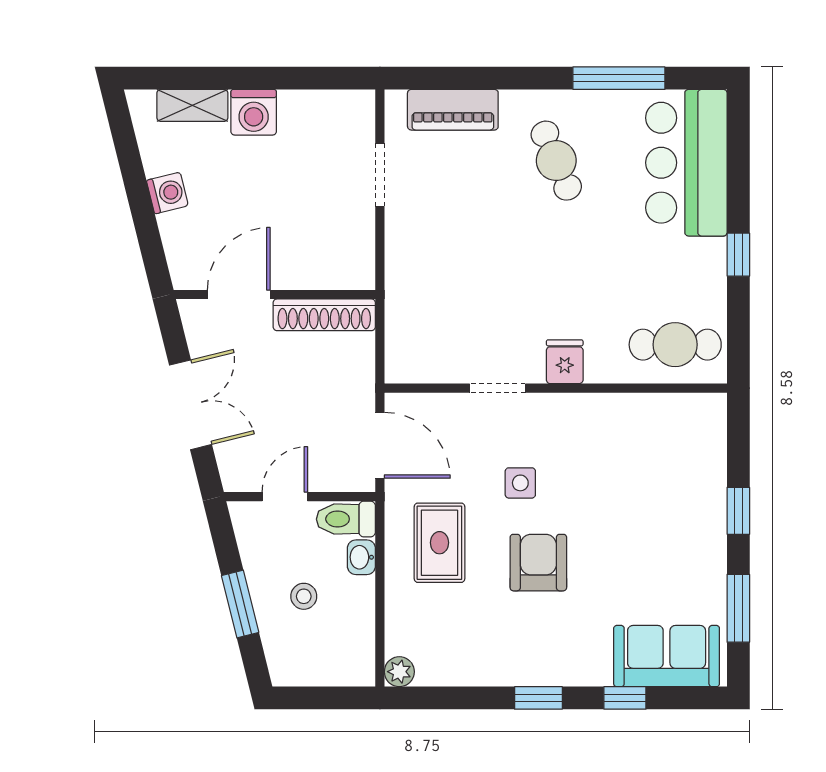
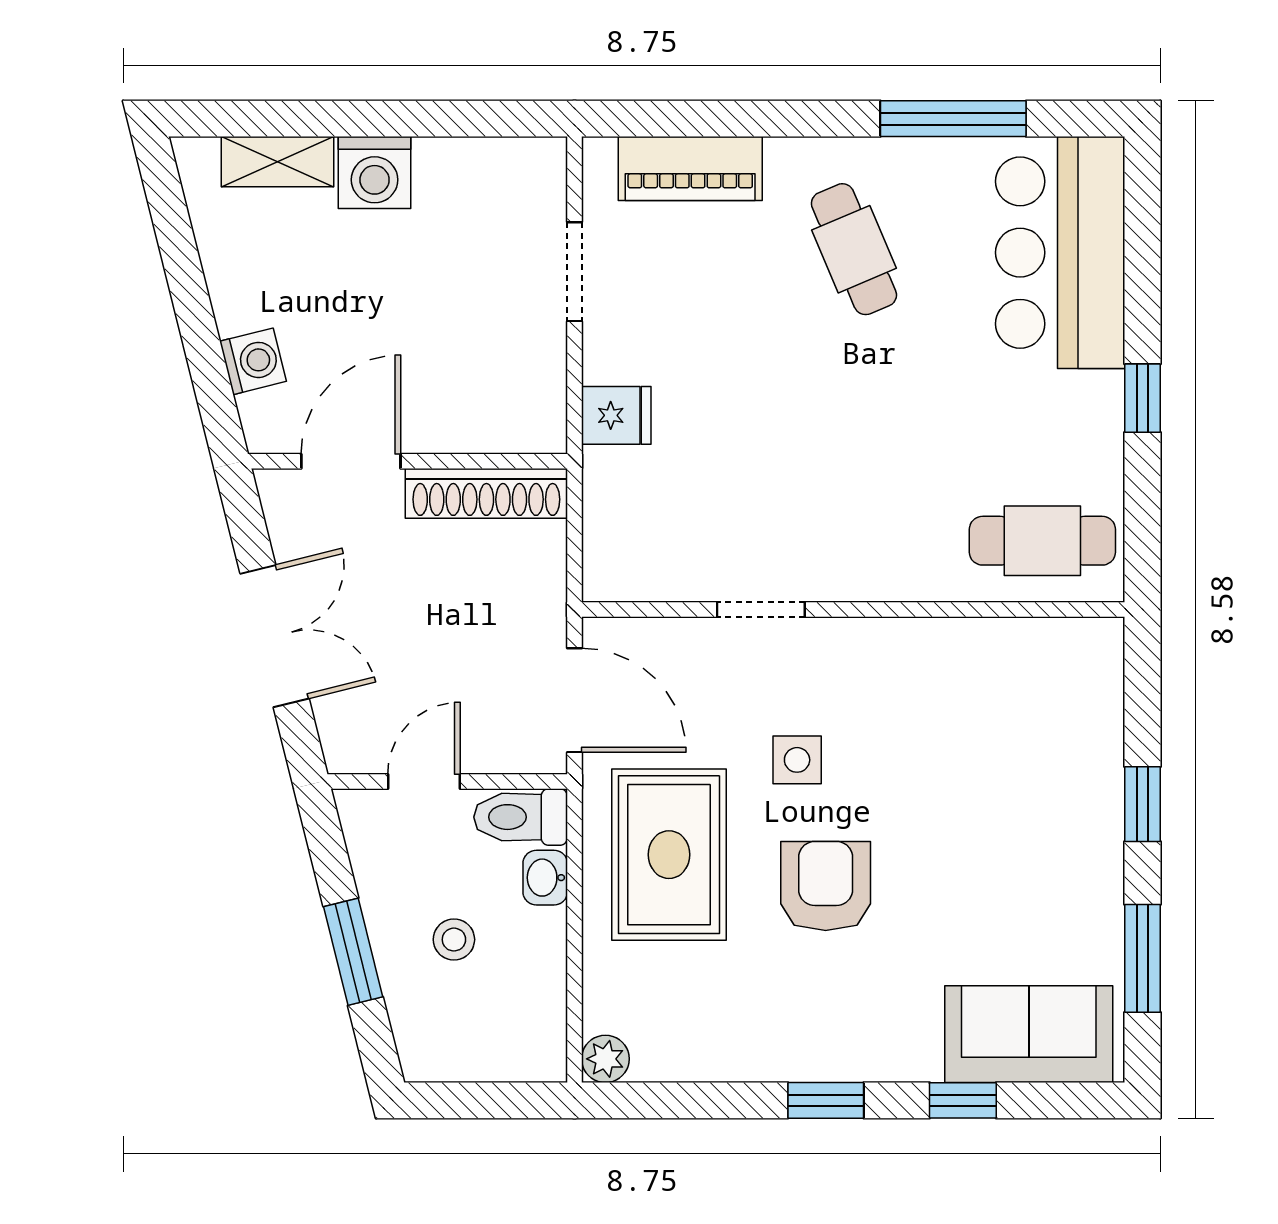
washing machine: (167, 193) -> (253, 361), moved
fridge: (565, 362) -> (616, 415), moved, turned 90
rug: (439, 543) -> (669, 855), width x1.36, depth x1.43

